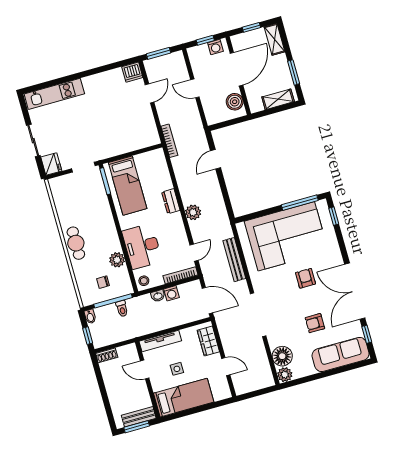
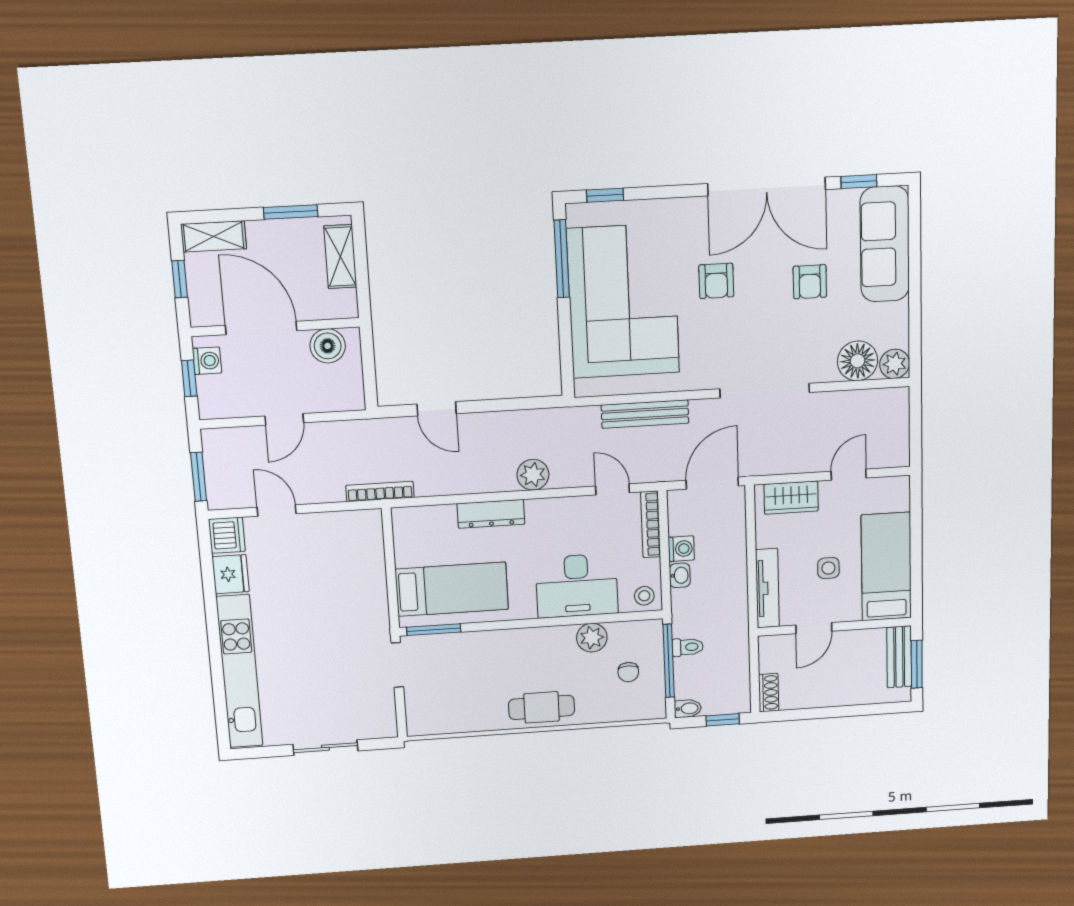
kitchen unit: (54, 94) -> (240, 671), width x1.36
fridge: (51, 164) -> (231, 574), moved, turned 90
dresser: (171, 201) -> (491, 514), width x1.44
armchair: (305, 278) -> (716, 281), turned -90

